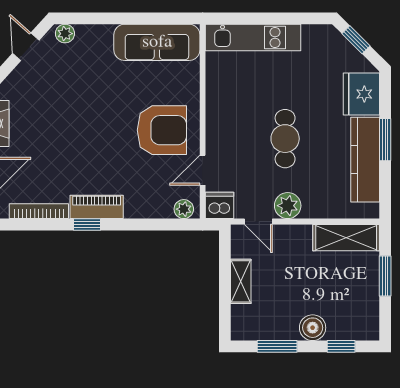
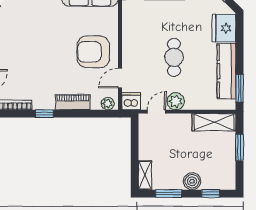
armchair: (162, 130) -> (93, 52), turned 180
window: (385, 140) -> (240, 88), moved
piano: (97, 207) -> (73, 102), moved
door: (258, 222) -> (157, 112), swing flipped
shelving: (241, 281) -> (145, 175), moved

